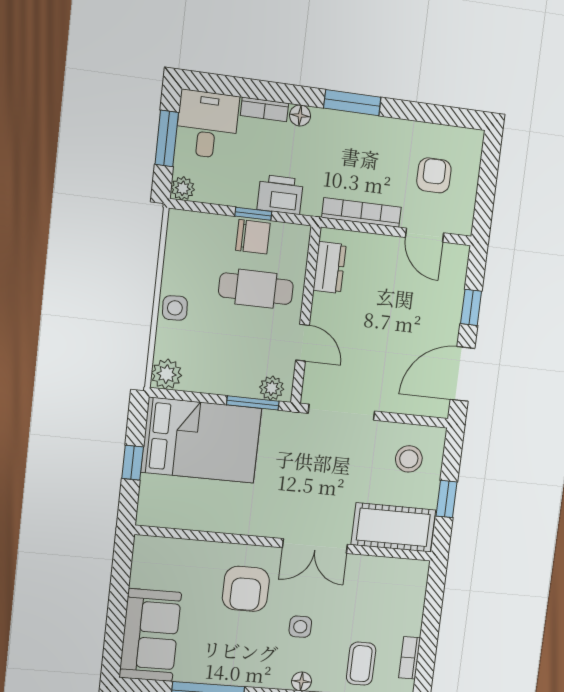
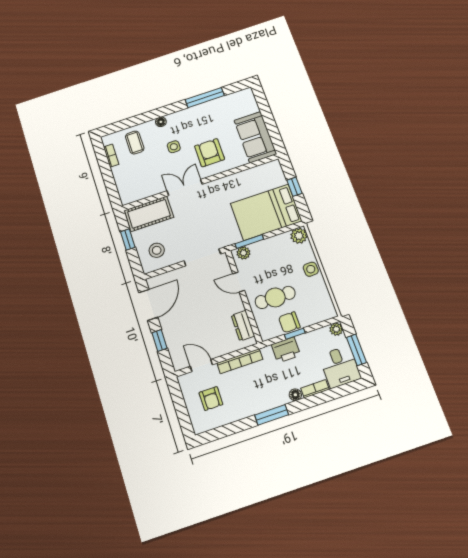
sofa: (150, 635) -> (255, 137), moved

